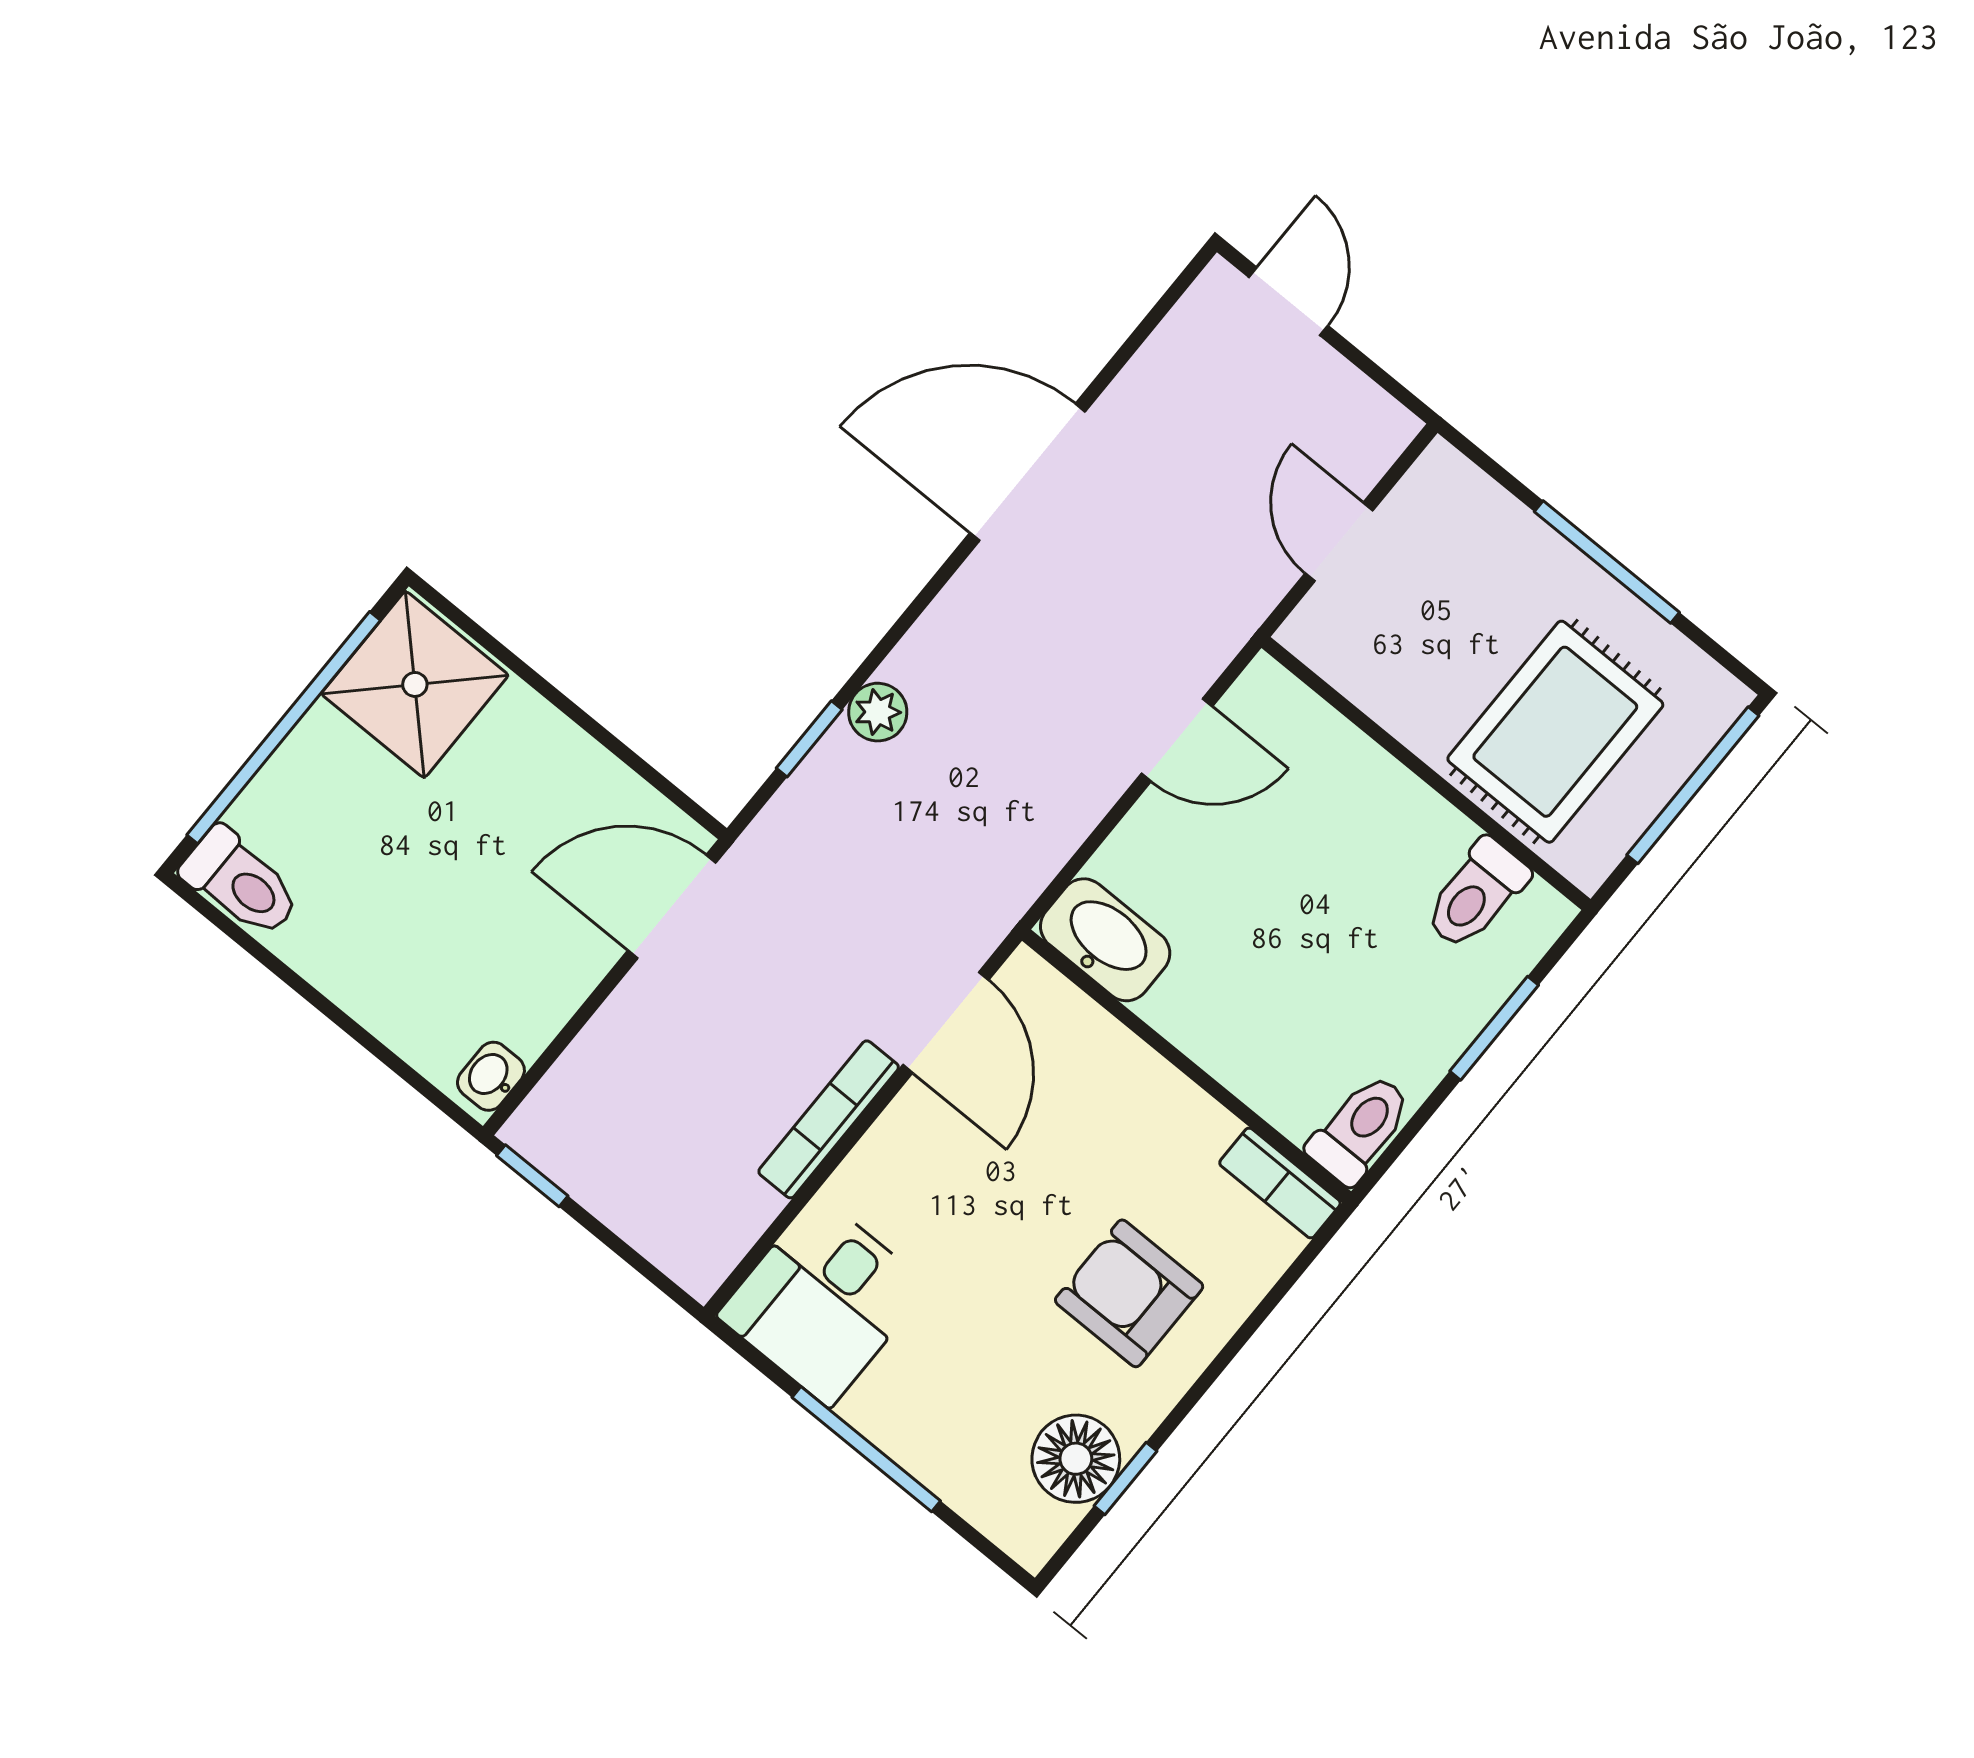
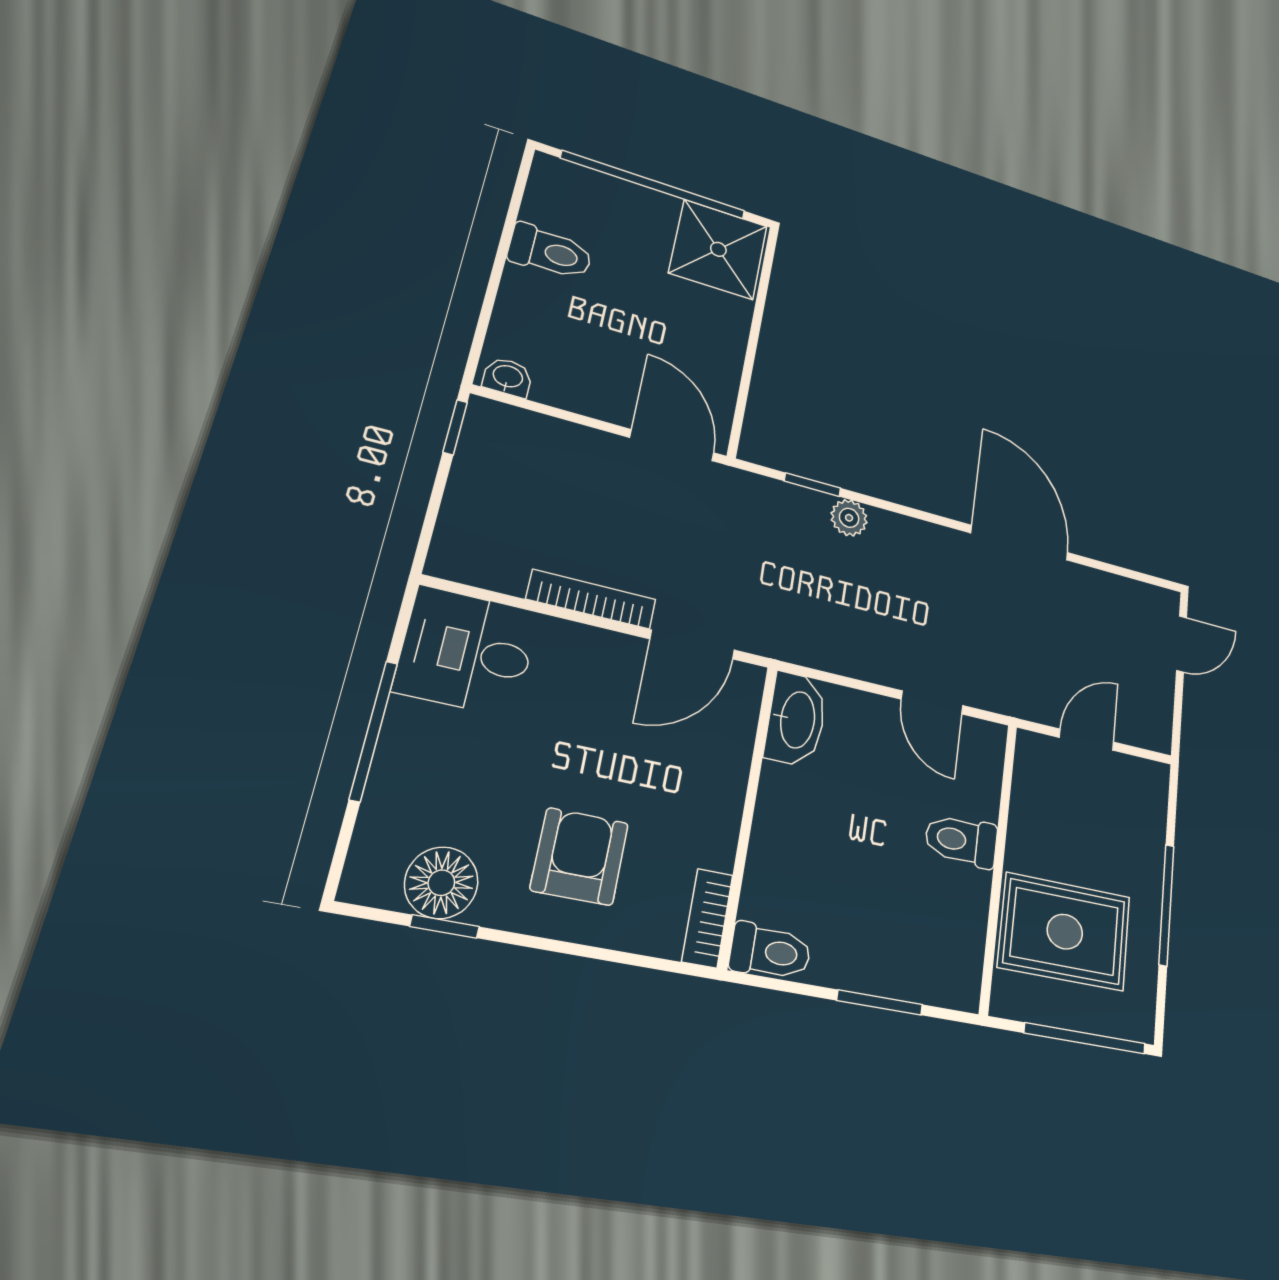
toilet: (241, 883) -> (550, 252), moved, turned -90
toilet: (1476, 894) -> (961, 841), moved

